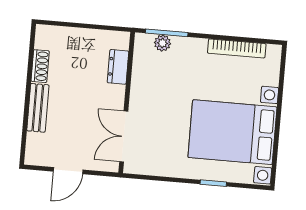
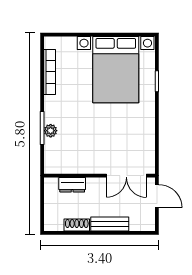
dresser: (118, 67) -> (72, 185), moved
wall: (127, 103) -> (100, 176), moved
double door: (124, 136) -> (126, 176), moved

